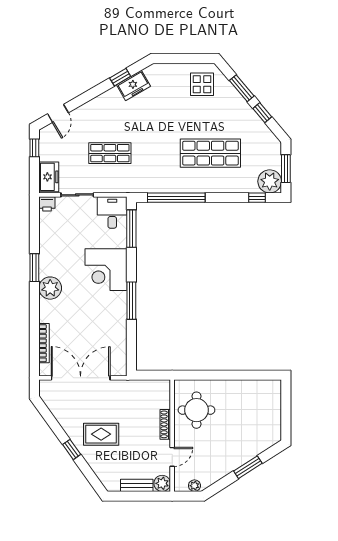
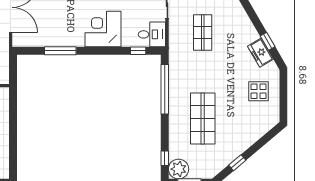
display table: (202, 84) -> (259, 91), moved
window: (242, 88) -> (258, 145), removed
window: (131, 229) -> (138, 51), width x0.46
window: (131, 301) -> (60, 51), moved

